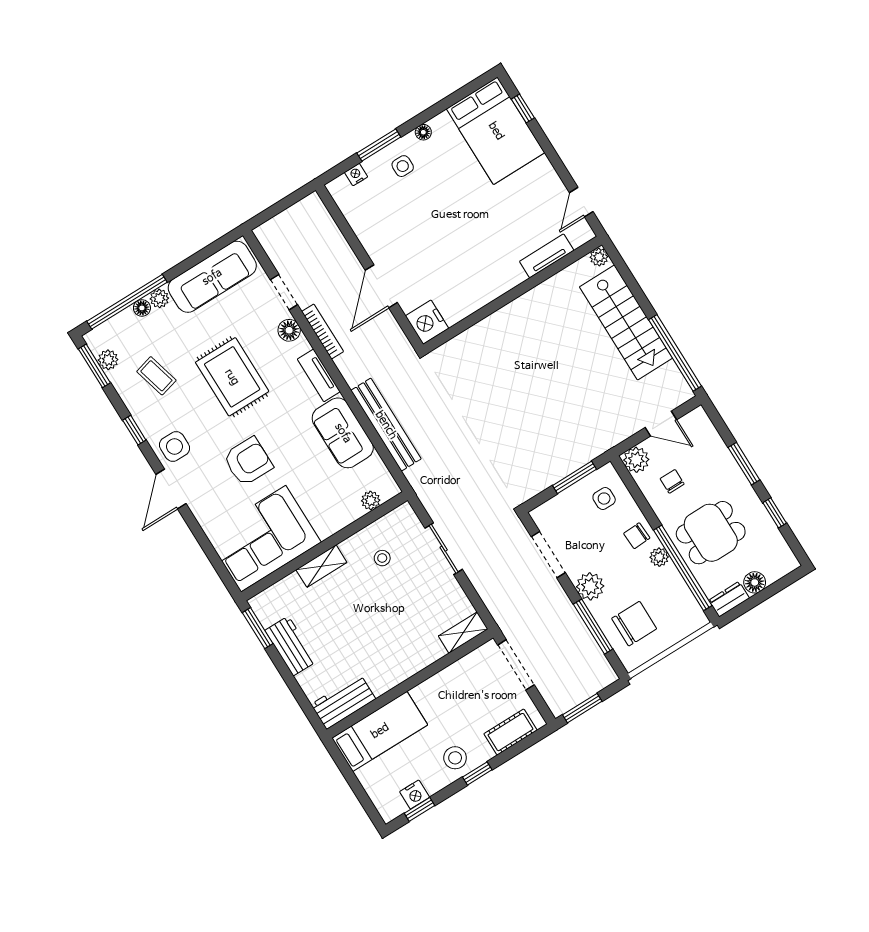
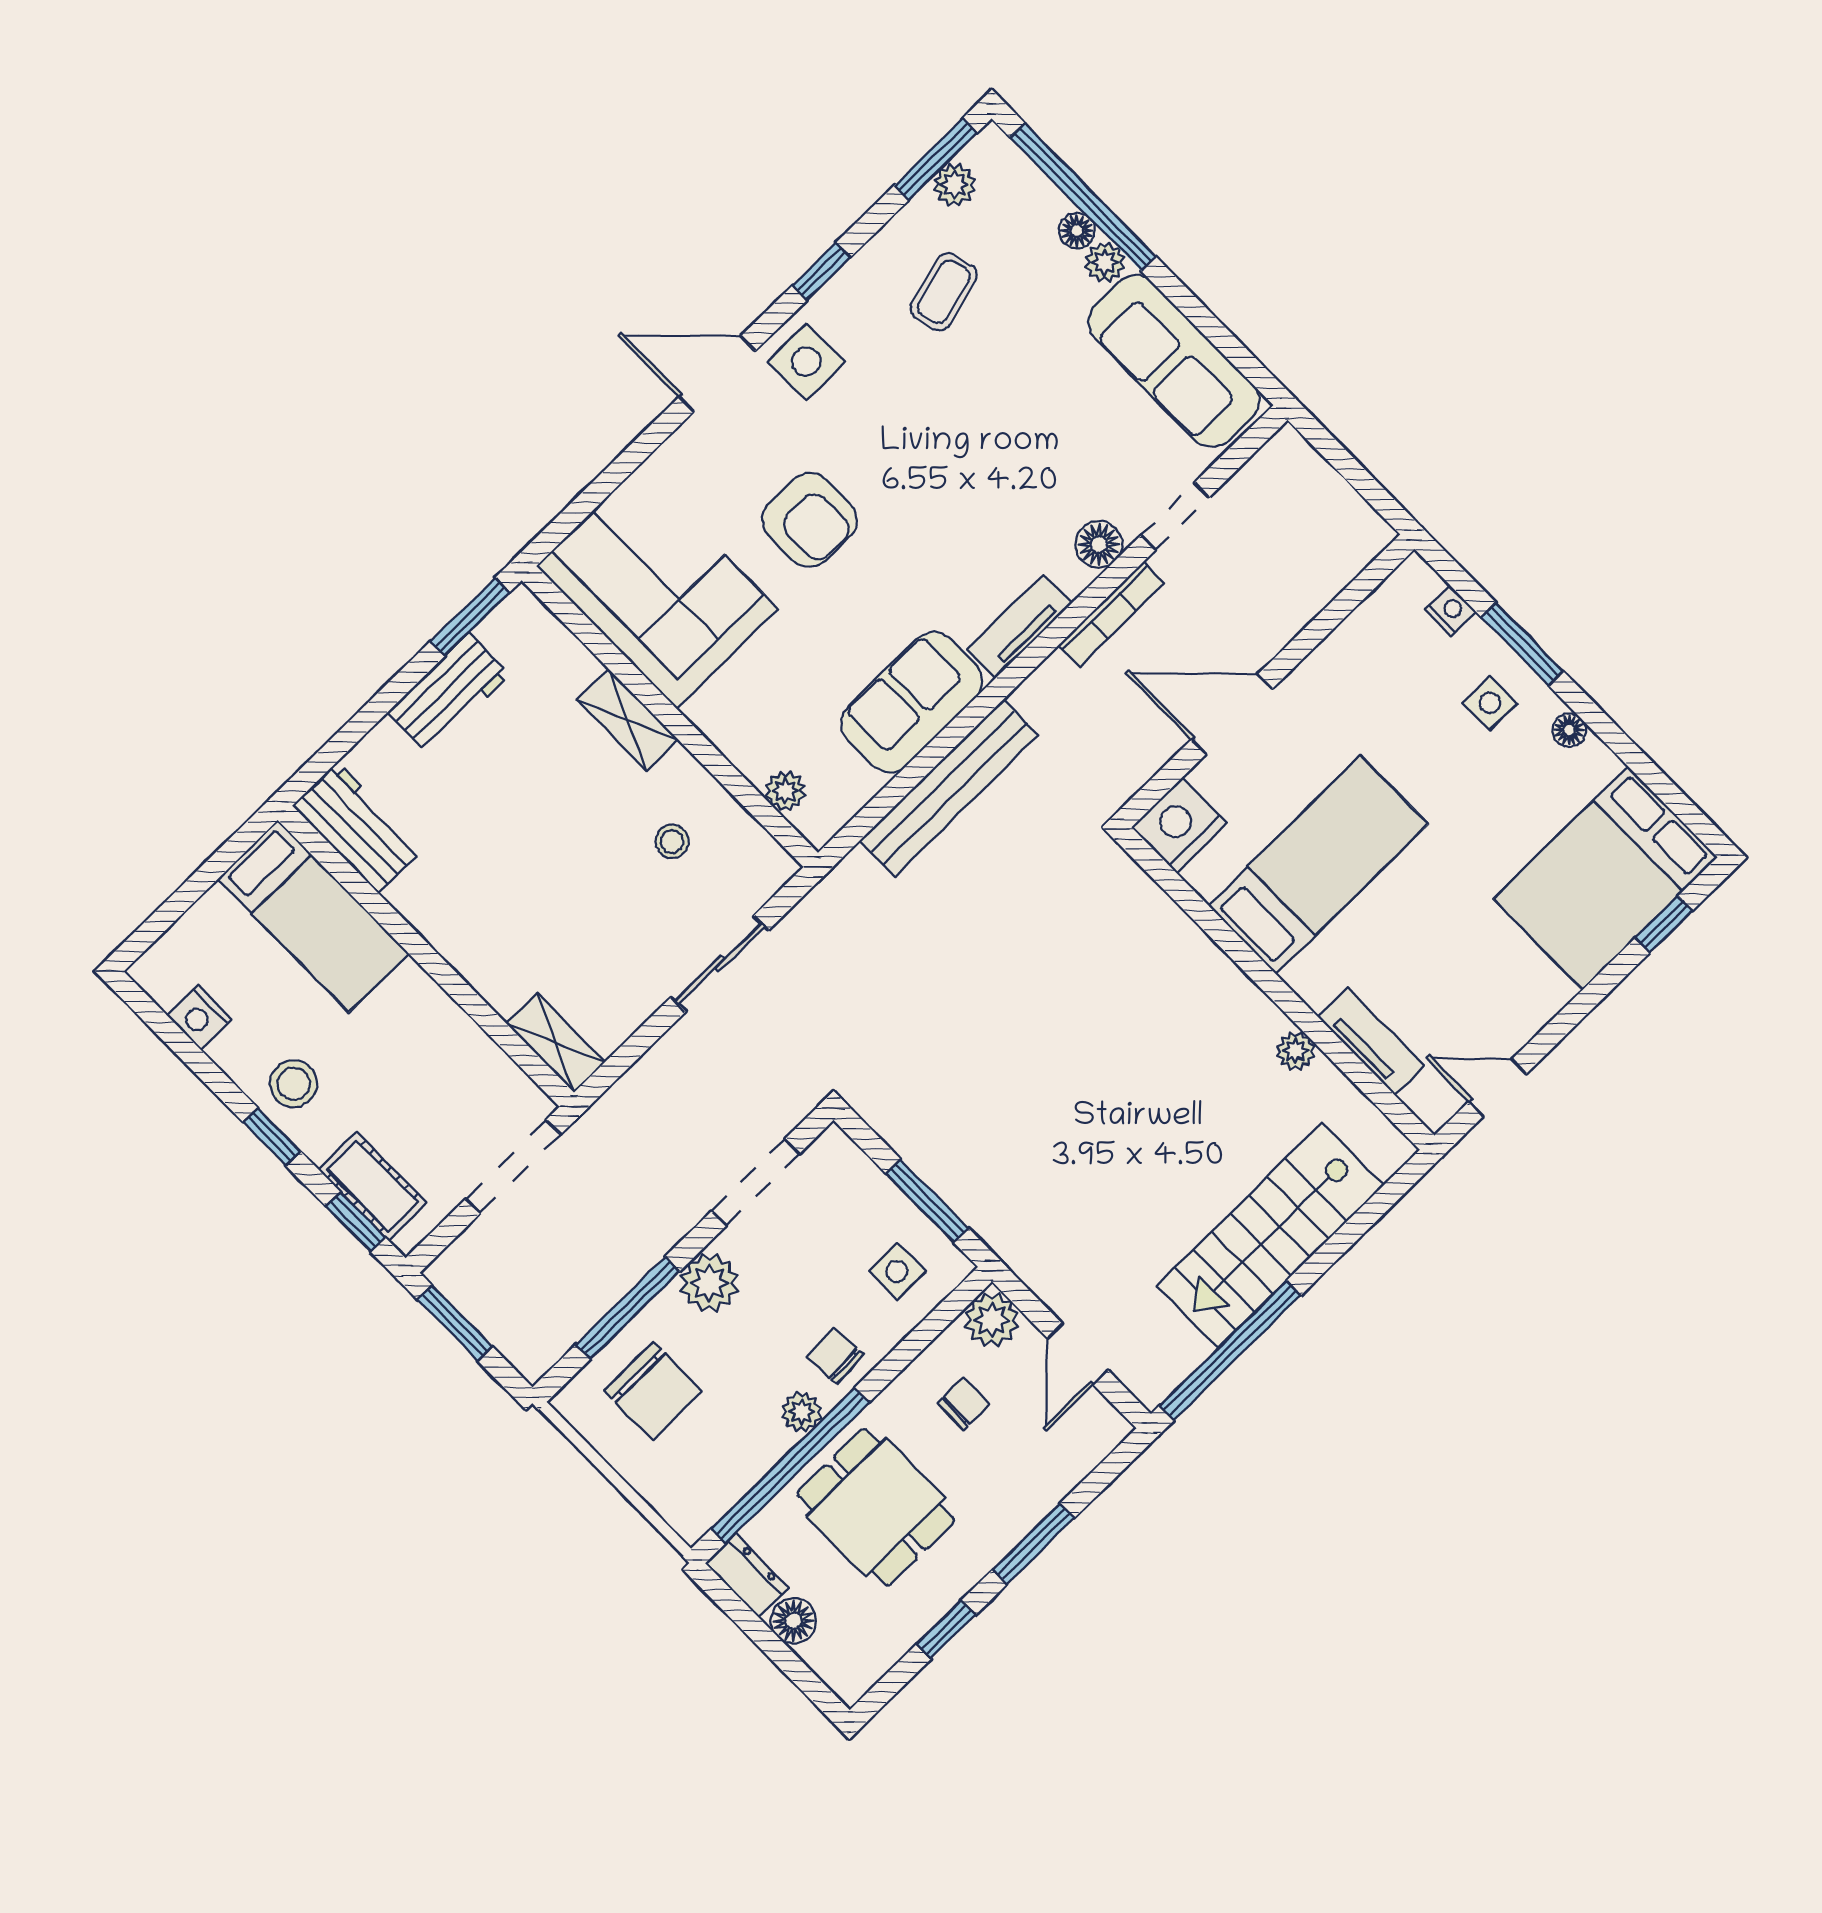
plant: (599, 257) -> (1296, 1051), moved
bed: (460, 262) -> (1318, 865), added
rug: (232, 377) -> (977, 448), removed
window: (419, 809) -> (356, 1222), moved

